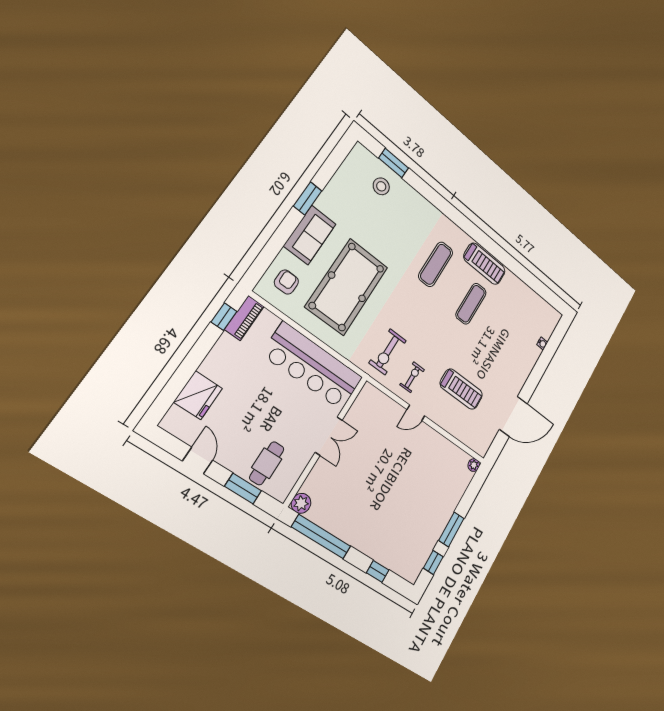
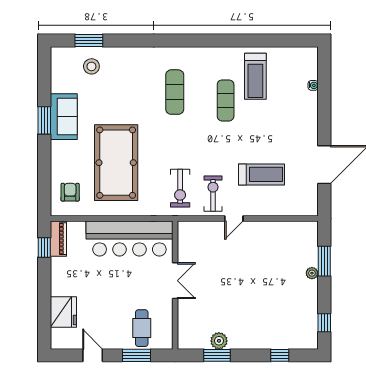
sofa: (310, 235) -> (64, 117), moved
treadmill: (484, 264) -> (255, 76), moved, turned 90
exercise bike: (412, 377) -> (213, 194), width x1.38, depth x1.39
plant: (474, 465) -> (312, 273), moved
plant: (301, 503) -> (219, 341), moved
window: (451, 529) -> (324, 261), moved
window: (321, 537) -> (217, 355), width x0.47

